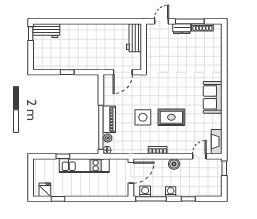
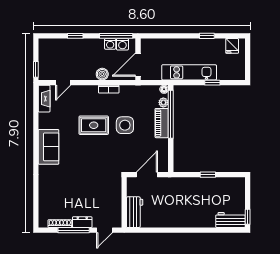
boiler: (174, 164) -> (102, 74), moved
washing machine: (171, 192) -> (110, 44), moved
window: (58, 199) -> (207, 36), moved

